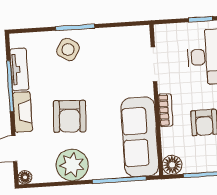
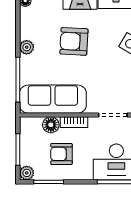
plant: (72, 165) -> (27, 47), width x0.53, depth x0.53
floor lamp: (172, 165) -> (51, 125), moved

